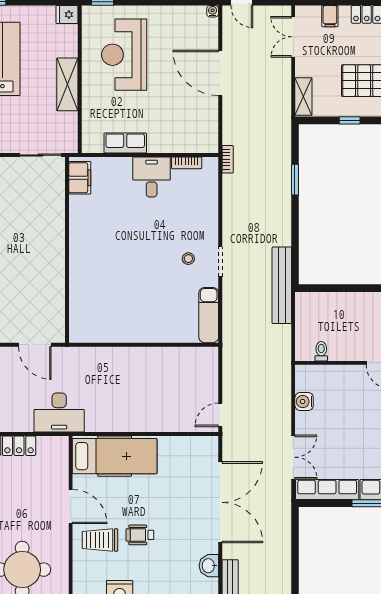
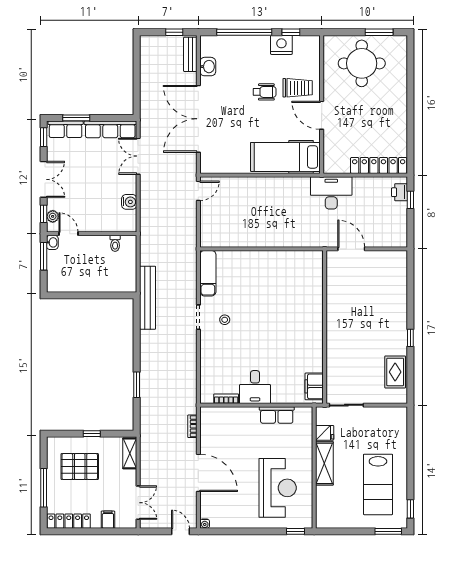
fridge: (67, 15) -> (325, 433), moved
bookcase: (228, 159) -> (192, 426), moved

